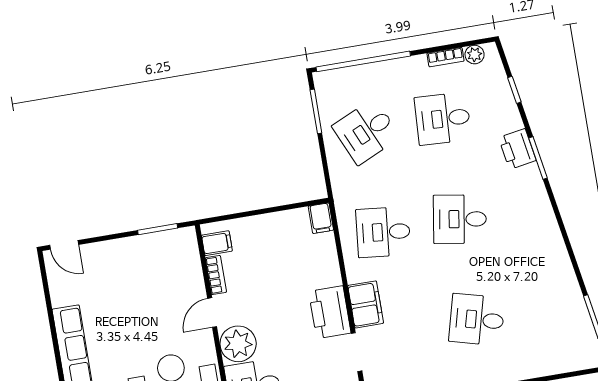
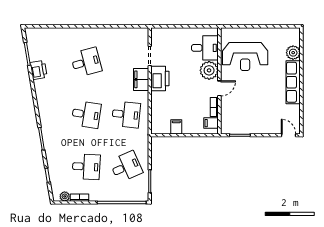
printer: (517, 149) -> (39, 70), moved
filing cabinet: (321, 218) -> (176, 127), moved
desk: (477, 320) -> (86, 62), turned -30

